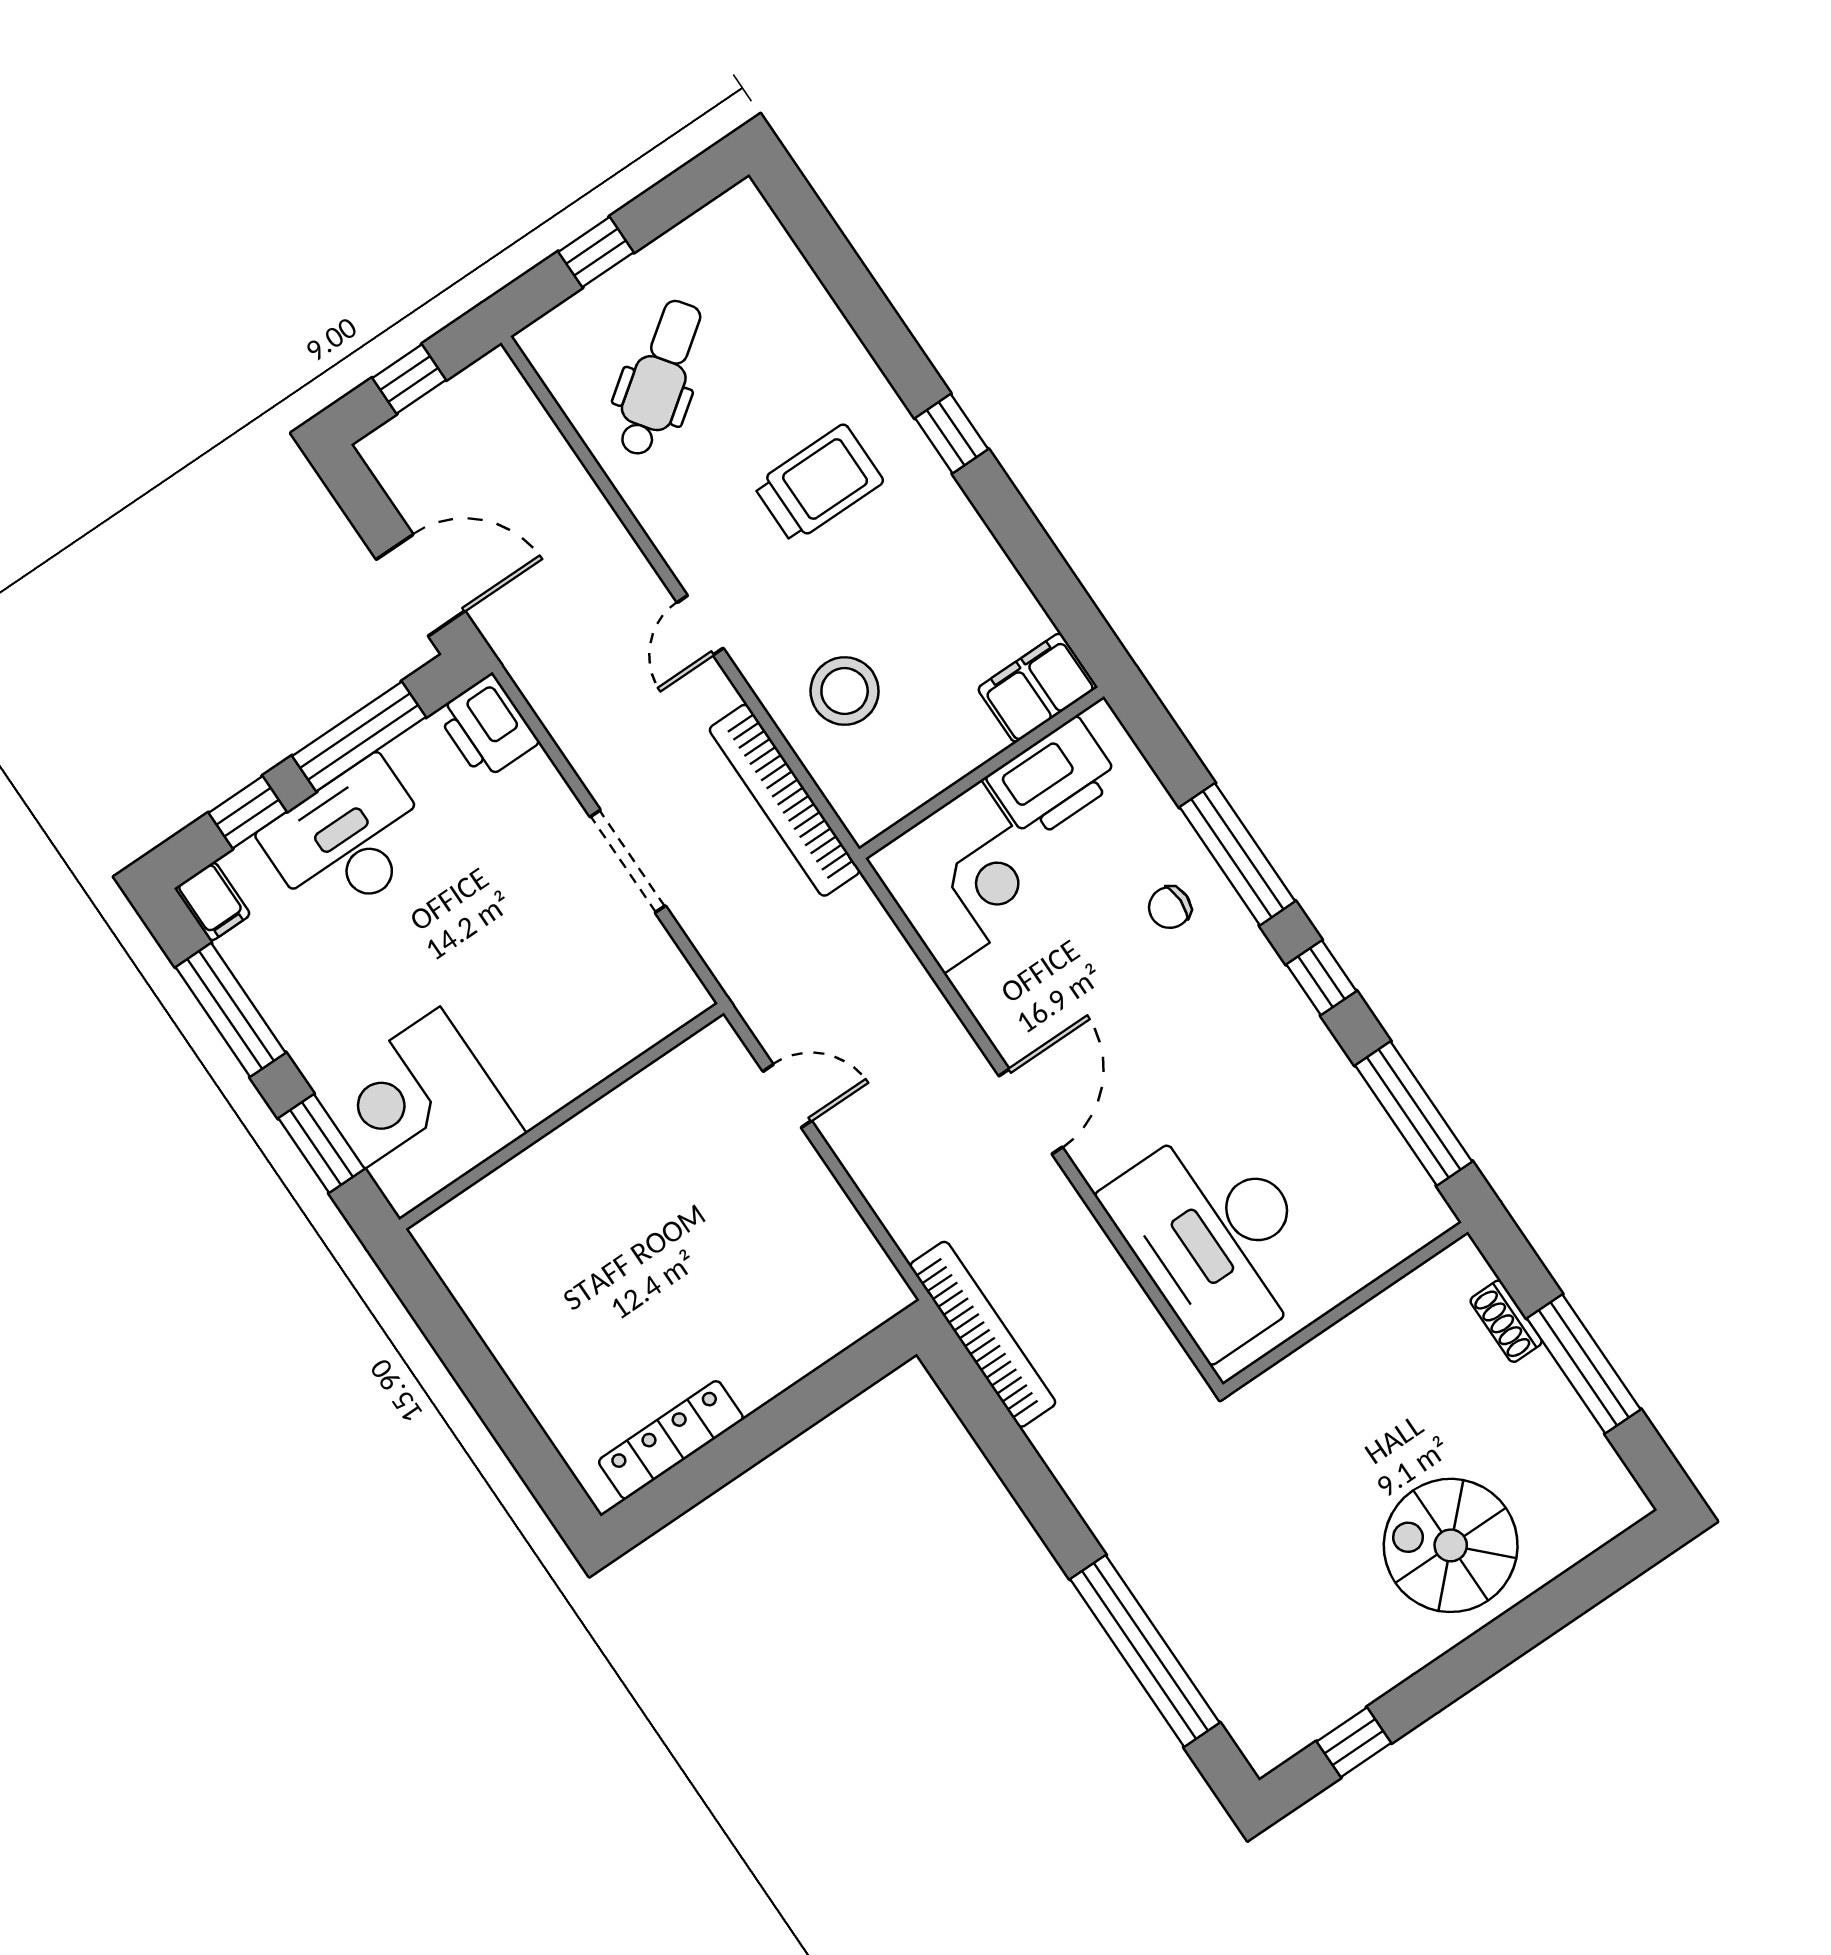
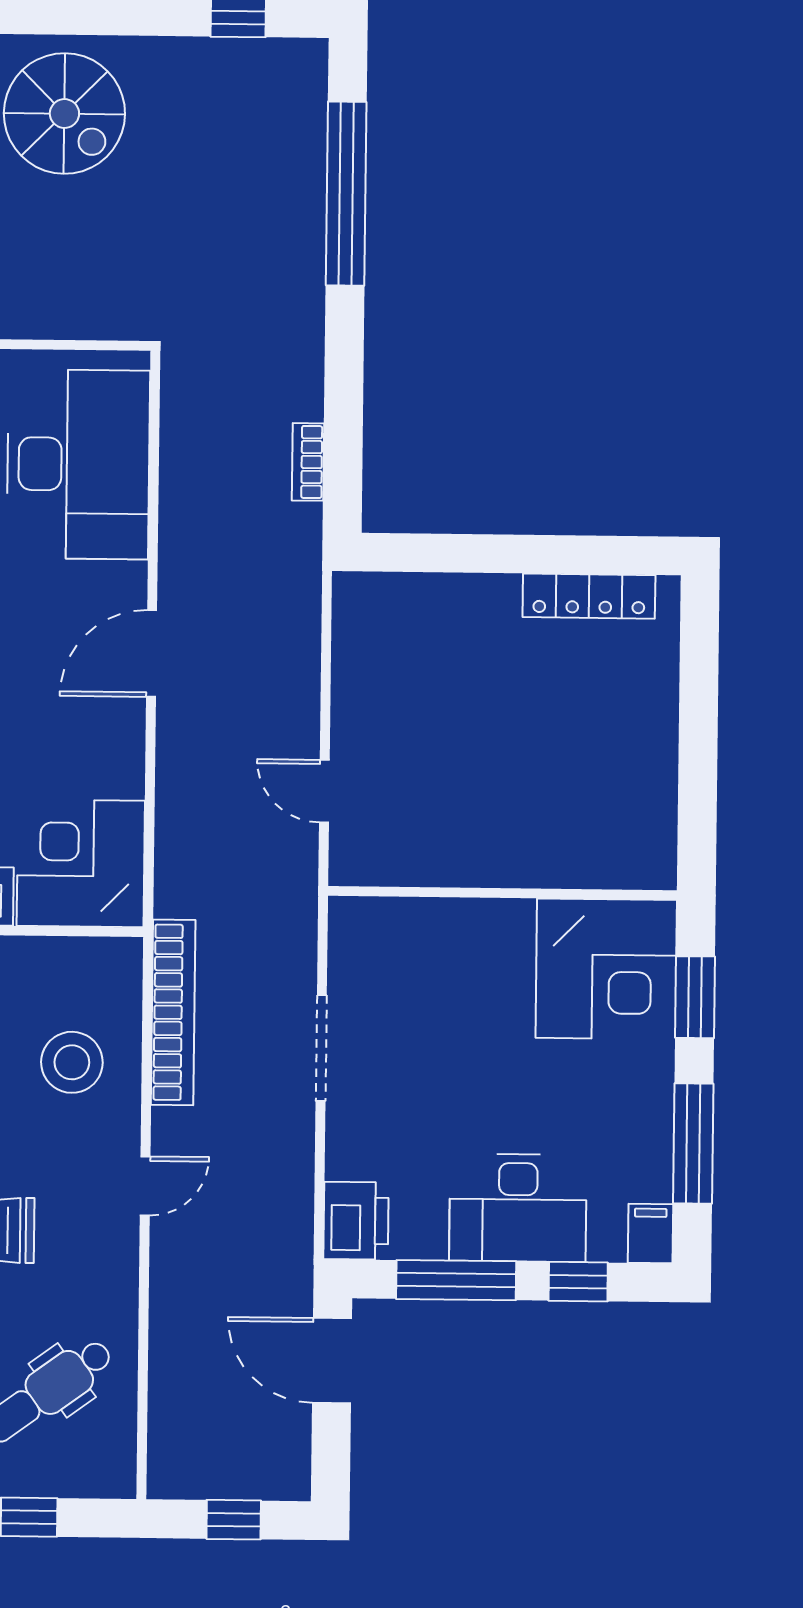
bookcase: (983, 1334) -> (308, 462), width x0.43, depth x0.76

